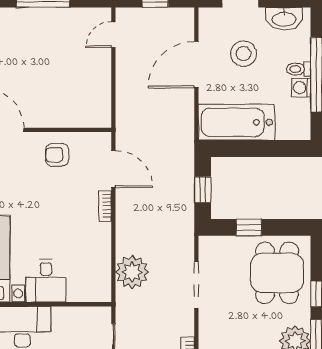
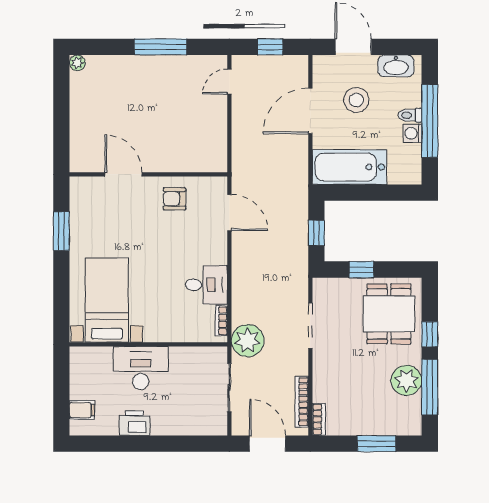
bookcase: (105, 206) -> (221, 321), moved
plant: (132, 272) -> (248, 341), moved
desk: (46, 281) -> (206, 285), moved, turned -90

